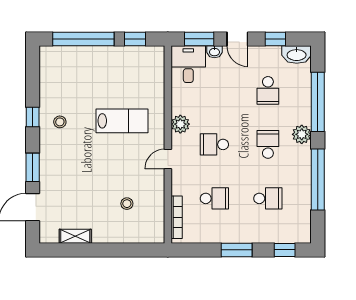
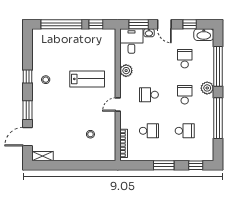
school desk: (268, 90) -> (185, 59), turned 180
plant: (180, 124) -> (126, 71), moved
shelving: (75, 236) -> (42, 156), moved

